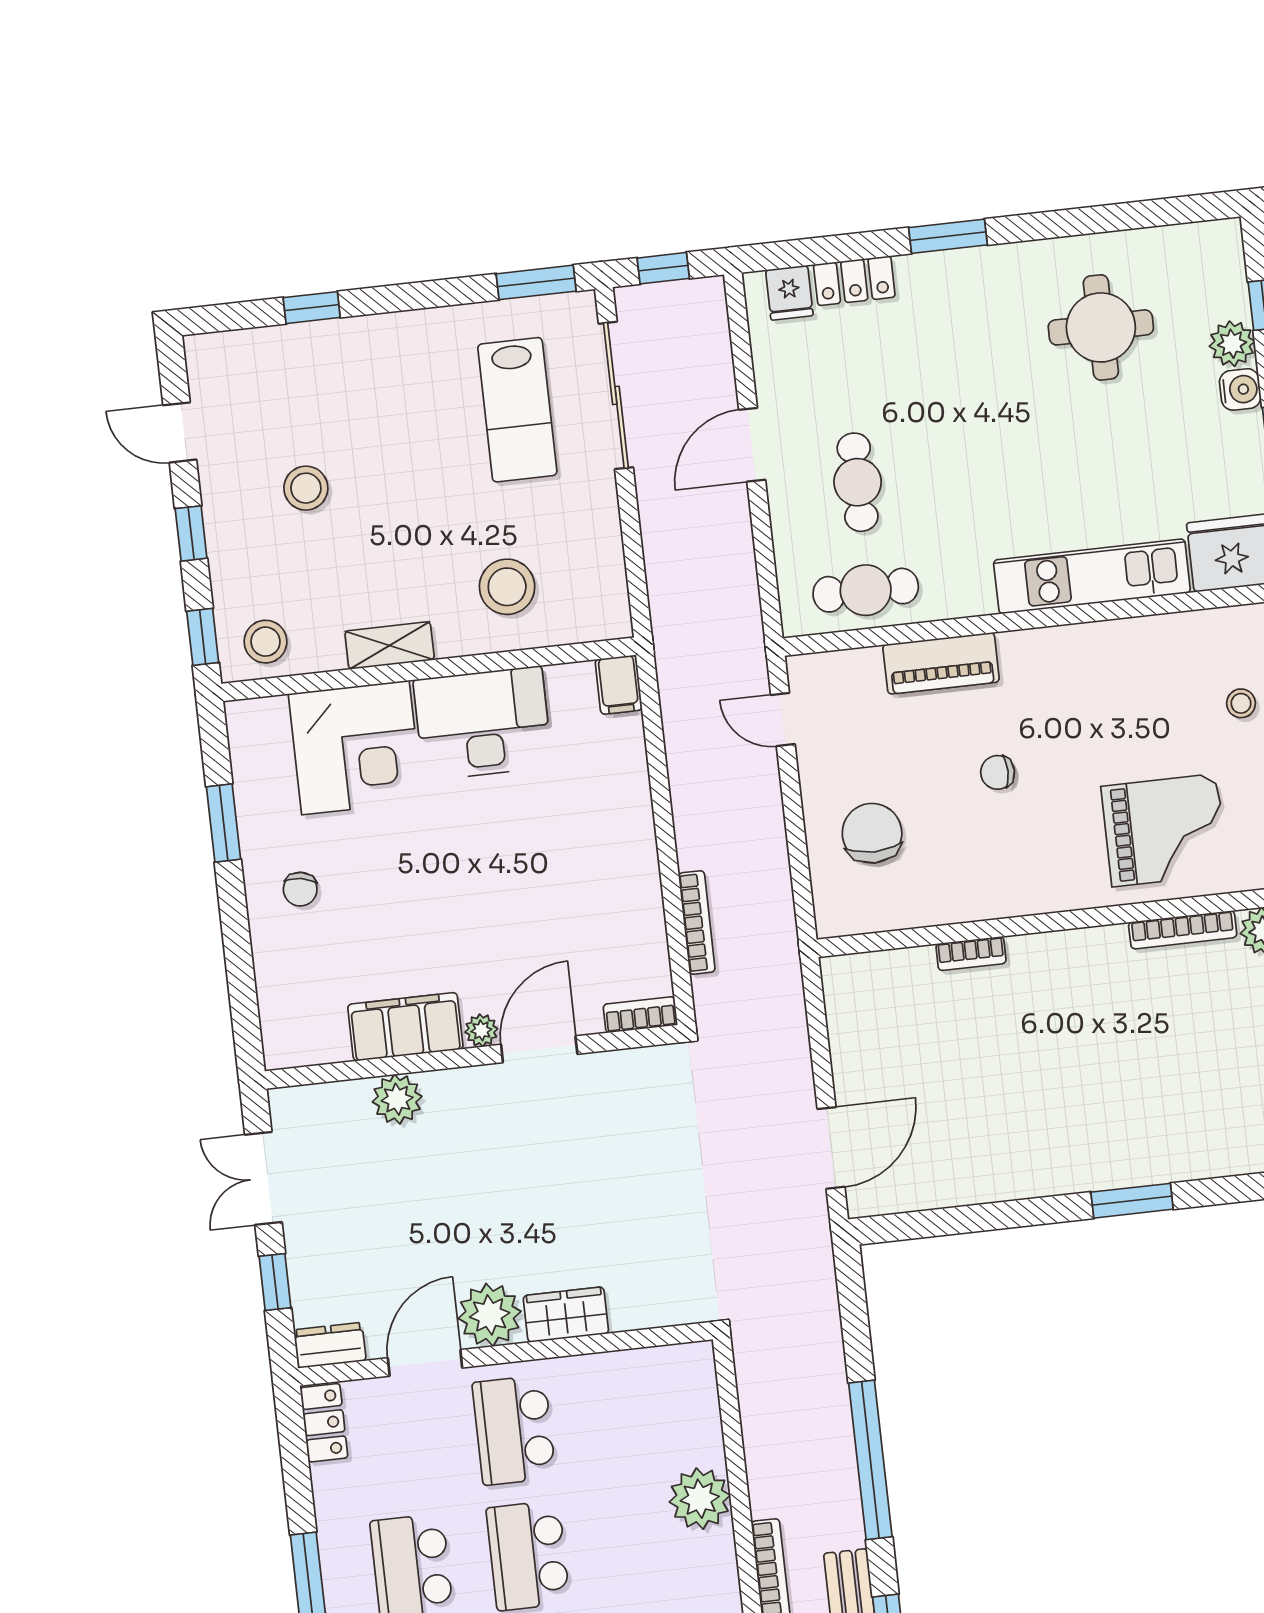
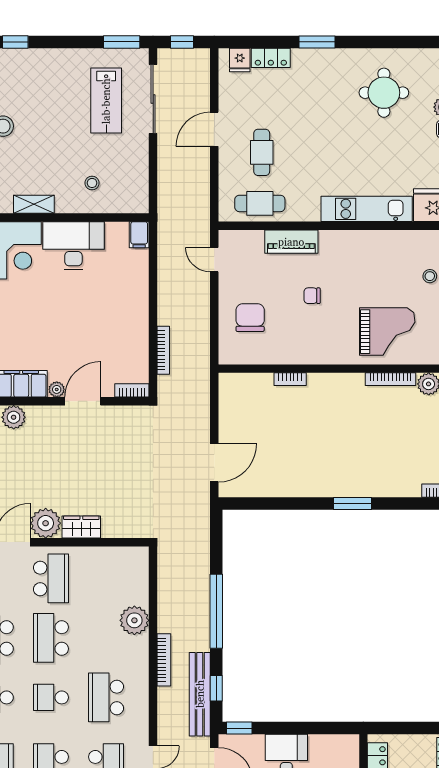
stool: (507, 587) -> (92, 183), width x0.53, depth x0.53
school desk: (514, 1430) -> (51, 578), turned 180

